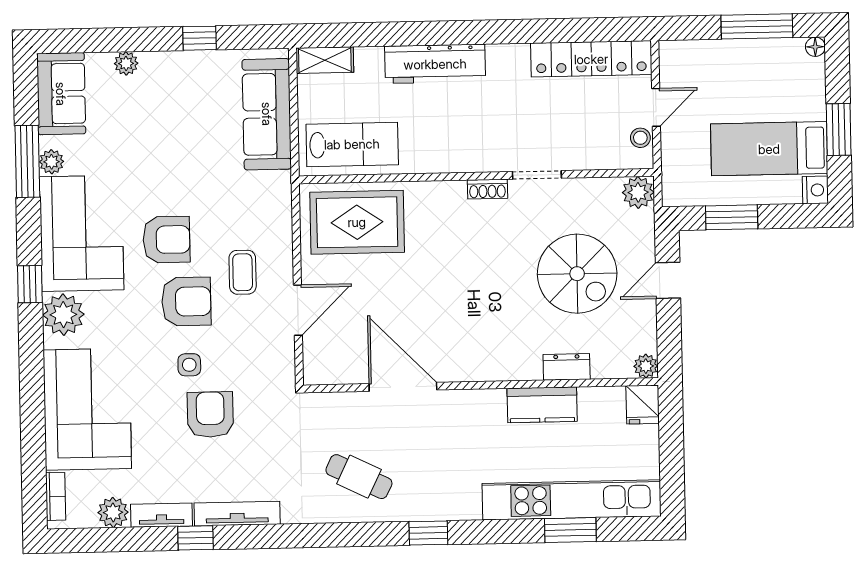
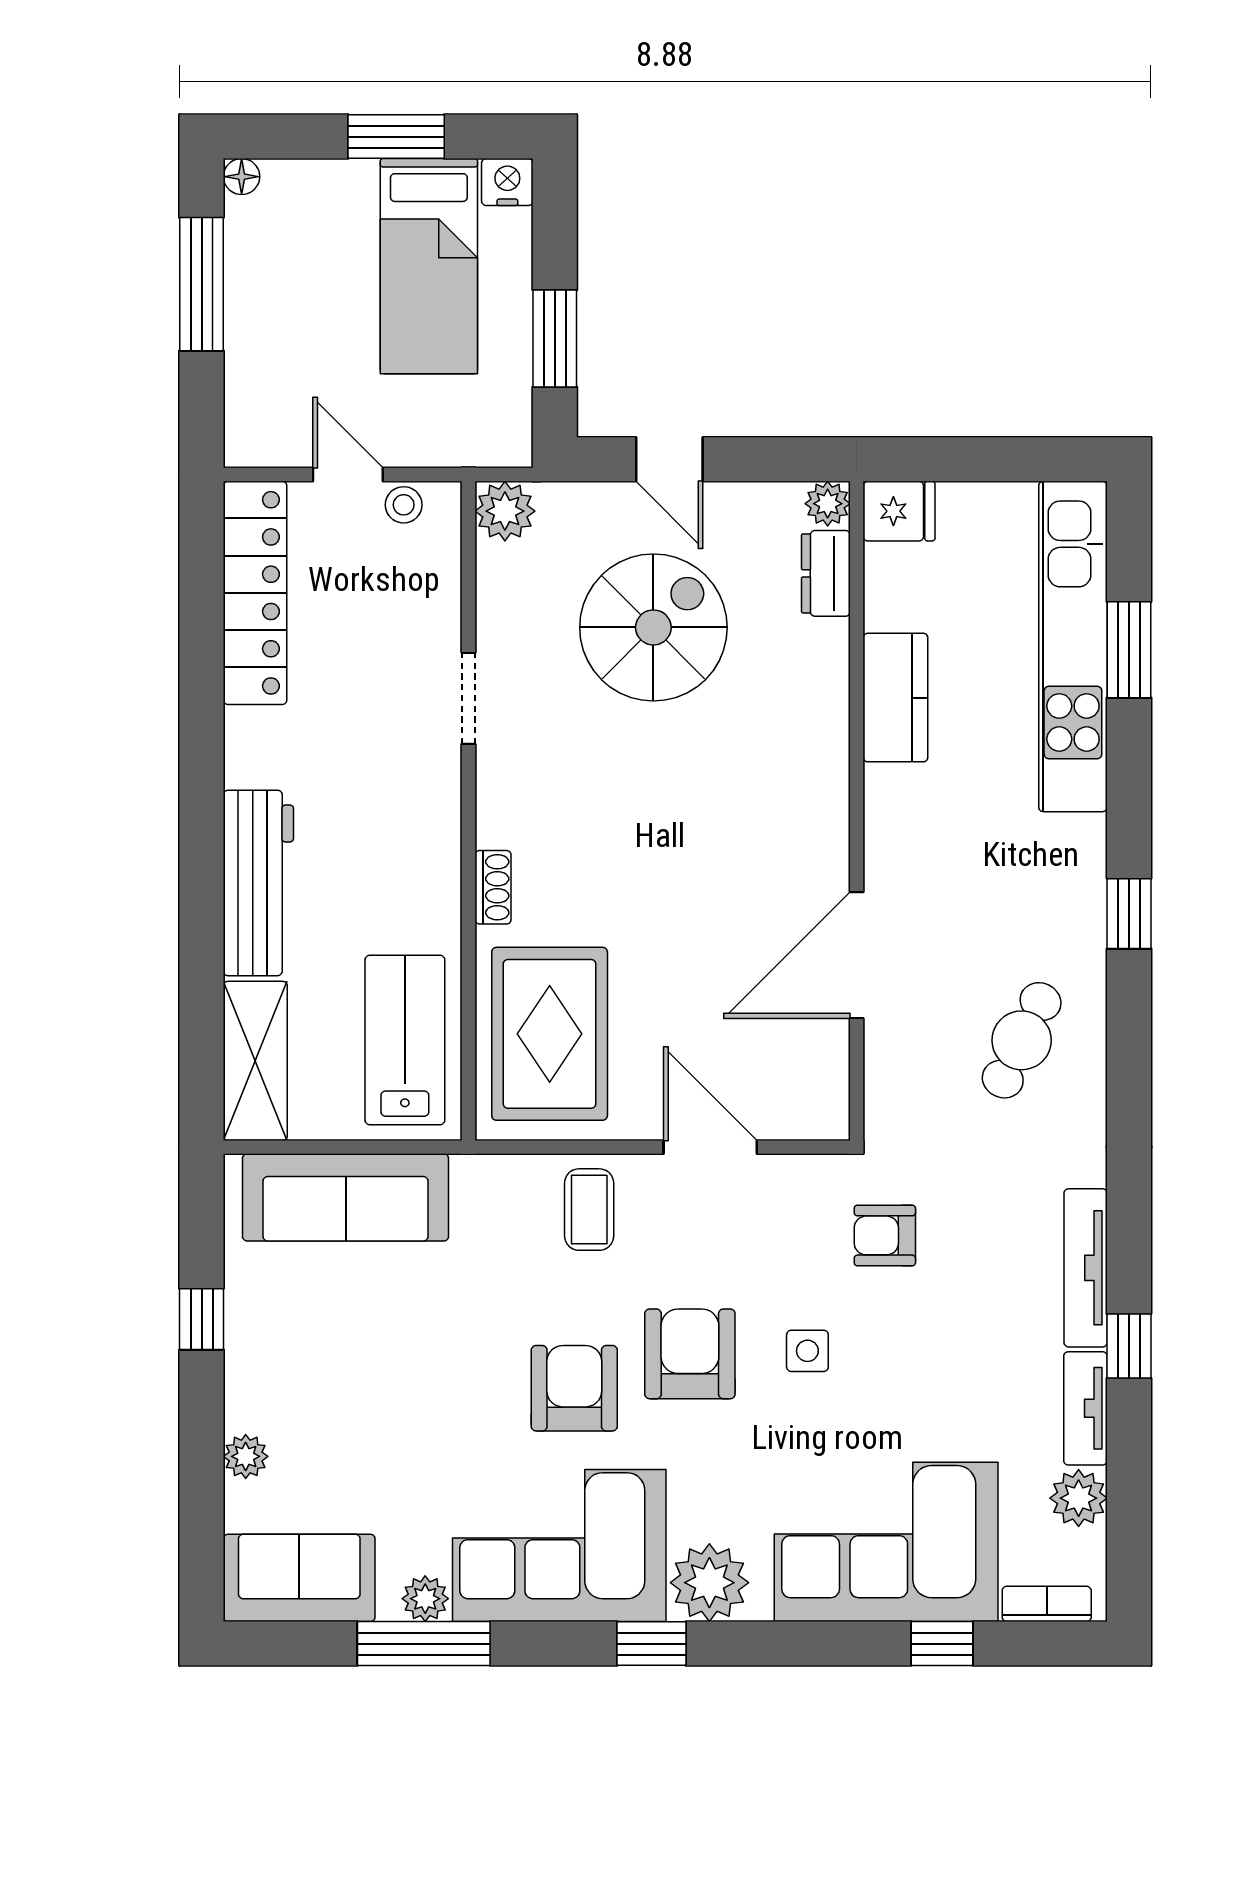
shelving: (325, 60) -> (255, 1061), width x1.50, depth x1.33
shoe rack: (487, 189) -> (493, 887), moved
coffee table: (243, 272) -> (589, 1210), moved, turned 90
dresser: (567, 367) -> (826, 573), moved
armchair: (210, 415) -> (885, 1235), moved, width x0.72, depth x0.72
window: (33, 441) -> (942, 1644), added

